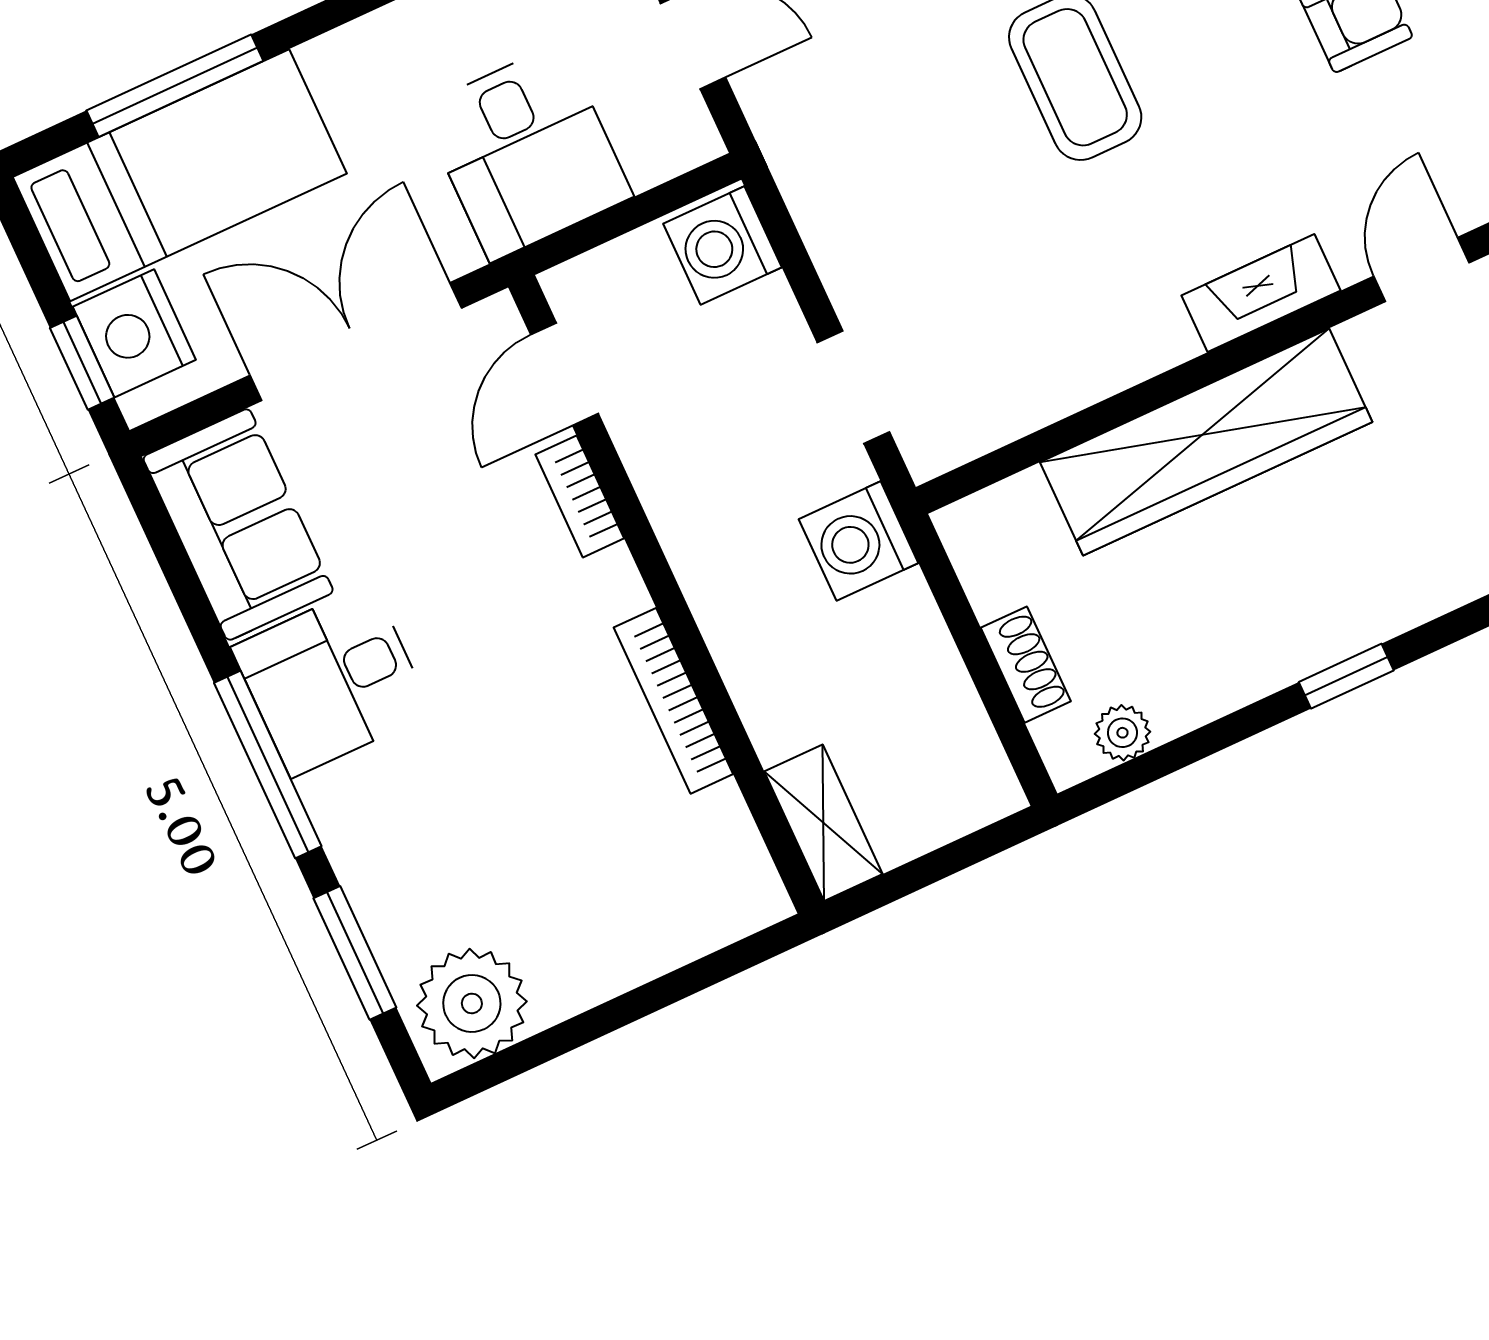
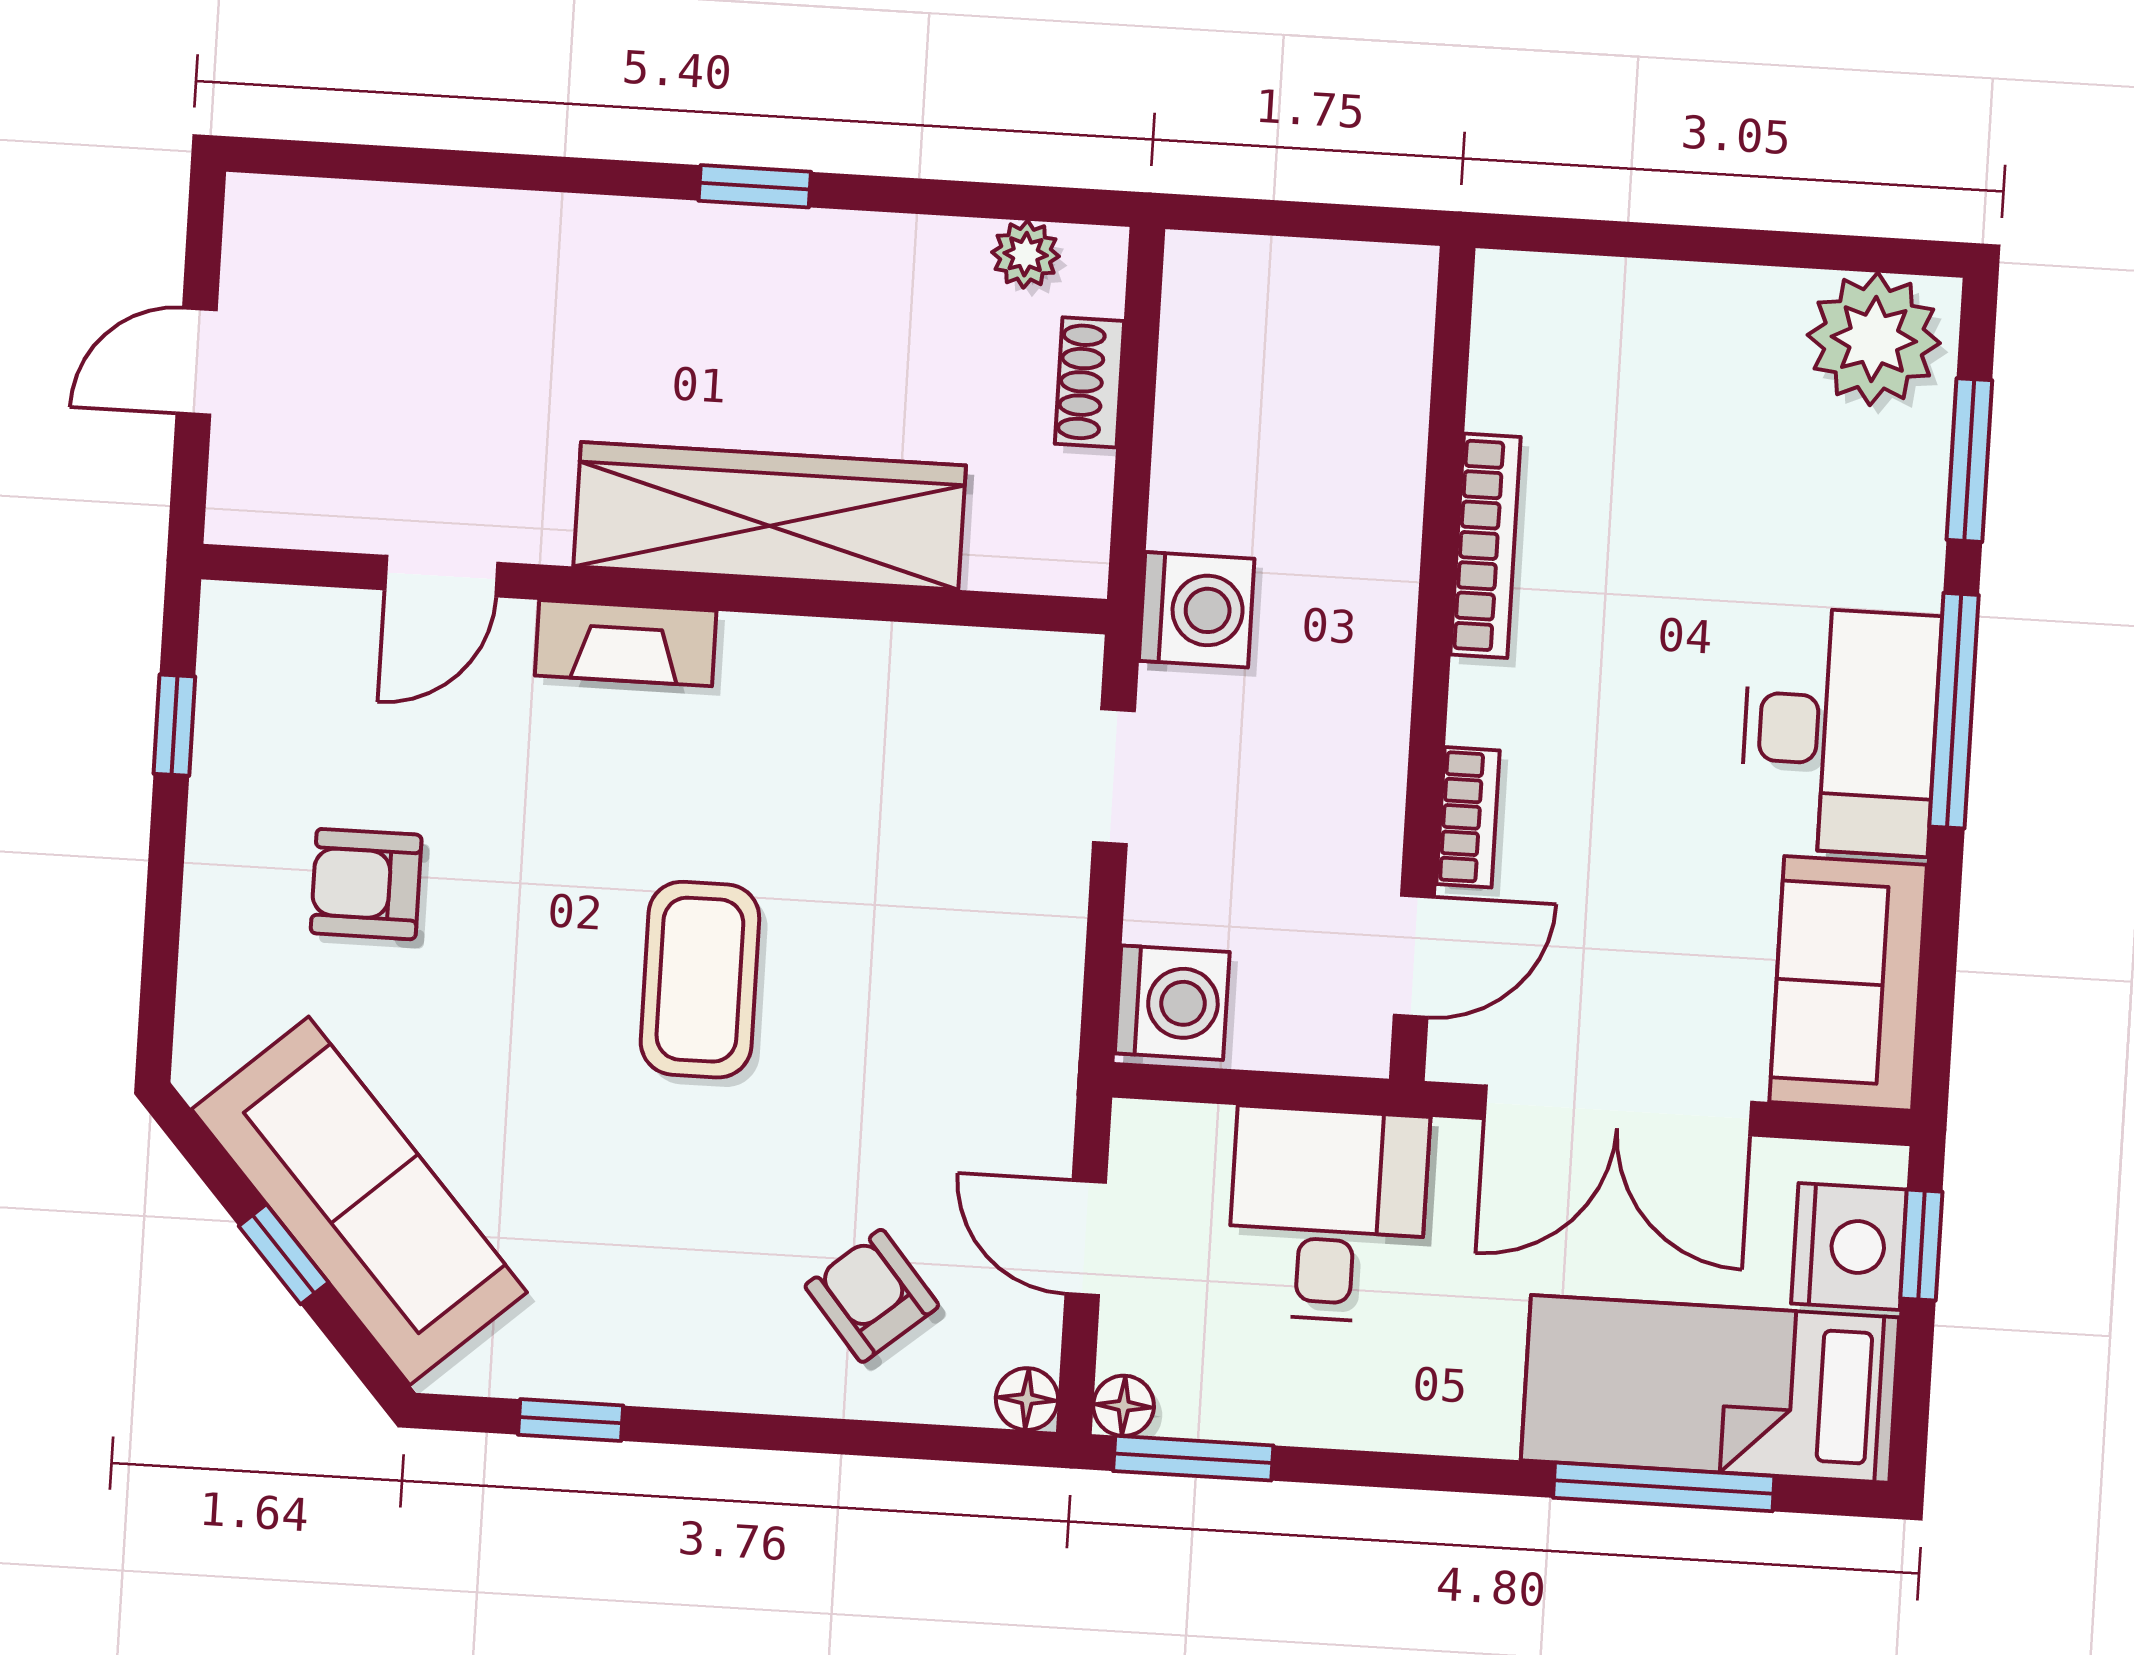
desk: (332, 680) -> (1840, 731), width x1.37
shelving: (823, 823) -> (1396, 330), removed

